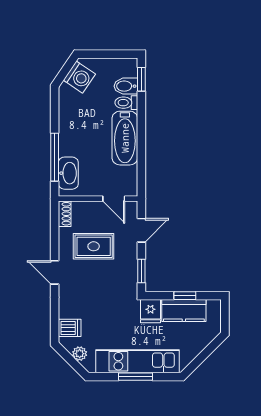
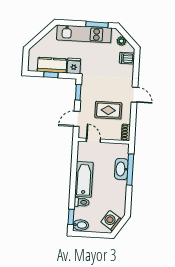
bidet: (126, 86) -> (81, 225), moved
washbasin: (68, 173) -> (121, 169), moved
window: (135, 377) -> (97, 25), moved

